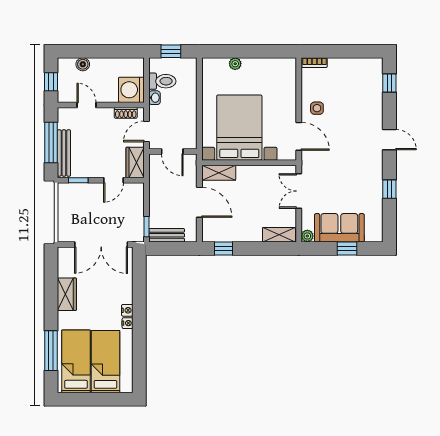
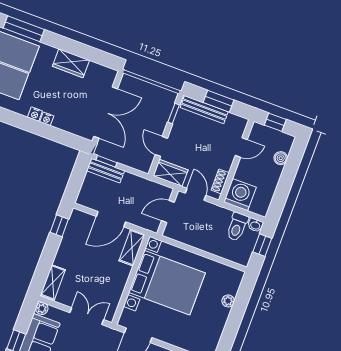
washbasin: (155, 98) -> (255, 225), moved
window: (51, 142) -> (219, 101), width x0.69
bench: (167, 235) -> (106, 171), moved, turned 90
double door: (101, 244) -> (106, 113), swing flipped
nightstand: (128, 323) -> (47, 119), moved

